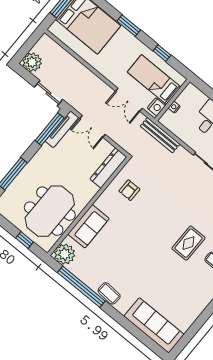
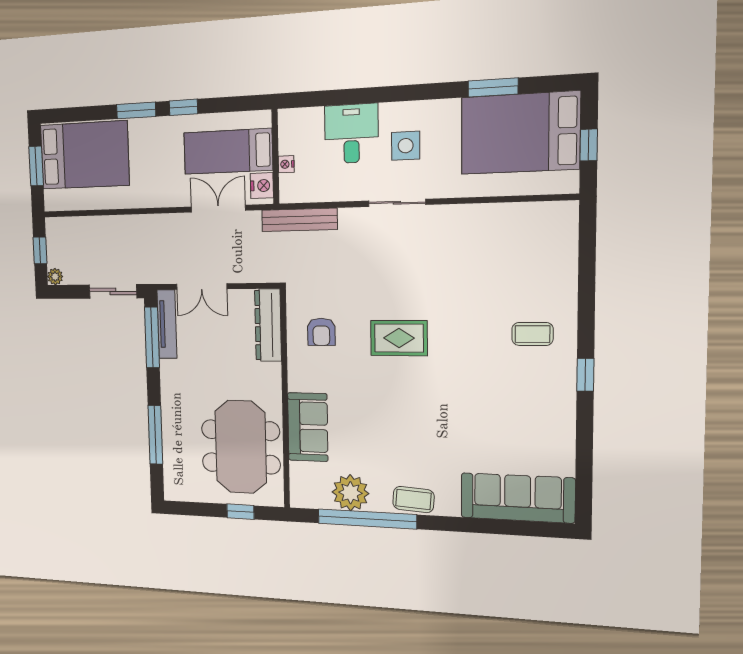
window: (29, 45) -> (40, 250), added
window: (162, 53) -> (183, 107), moved
plant: (32, 62) -> (55, 277), width x0.53, depth x0.53
double door: (129, 100) -> (218, 209), swing flipped
rug: (188, 243) -> (399, 338), moved, turned 90
plant: (65, 254) -> (350, 493), moved

